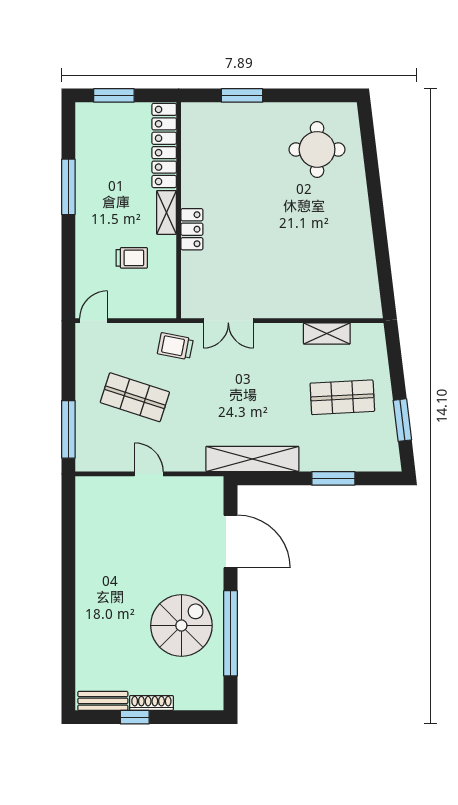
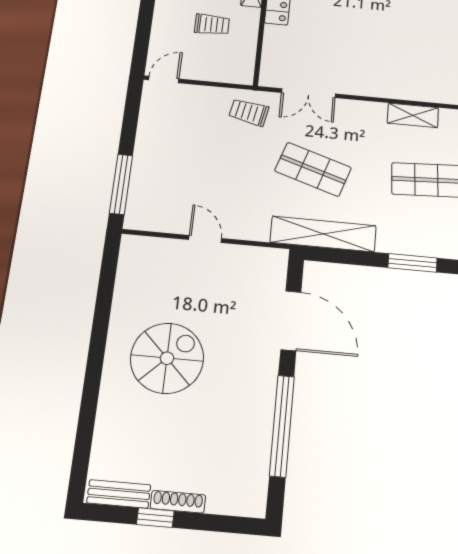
shop shelf: (135, 397) -> (313, 169), moved
spiral stairs: (181, 626) -> (167, 358), moved

